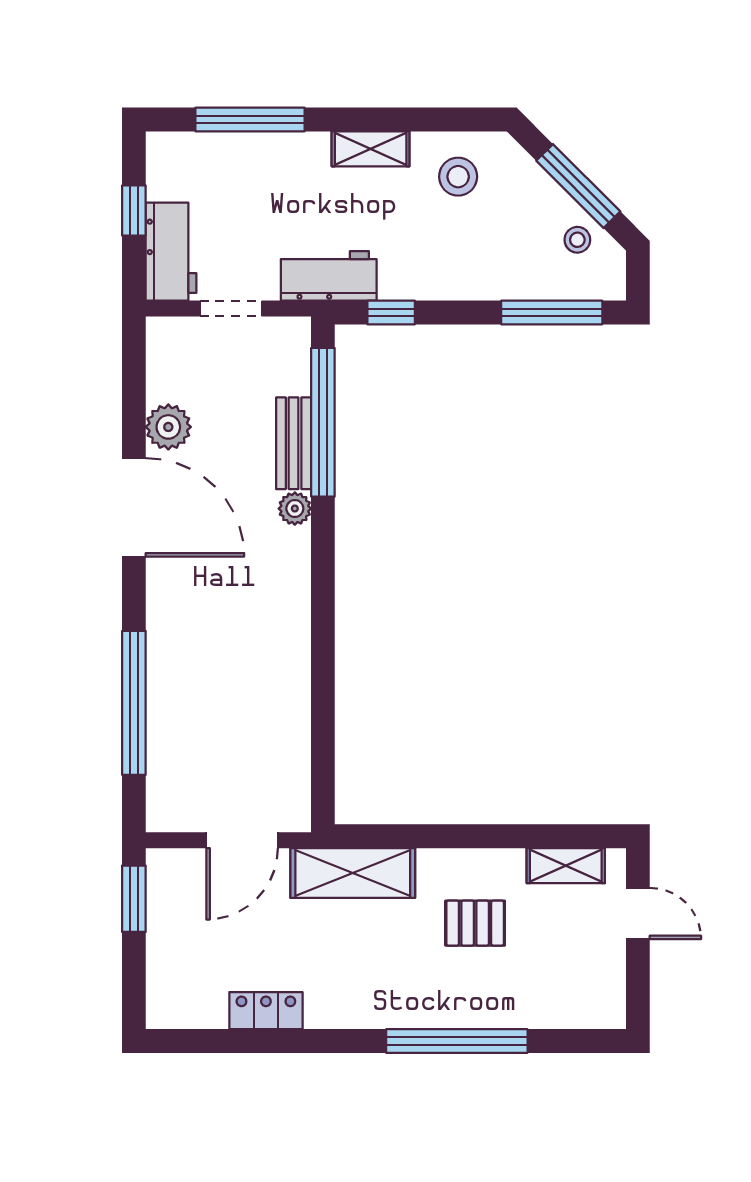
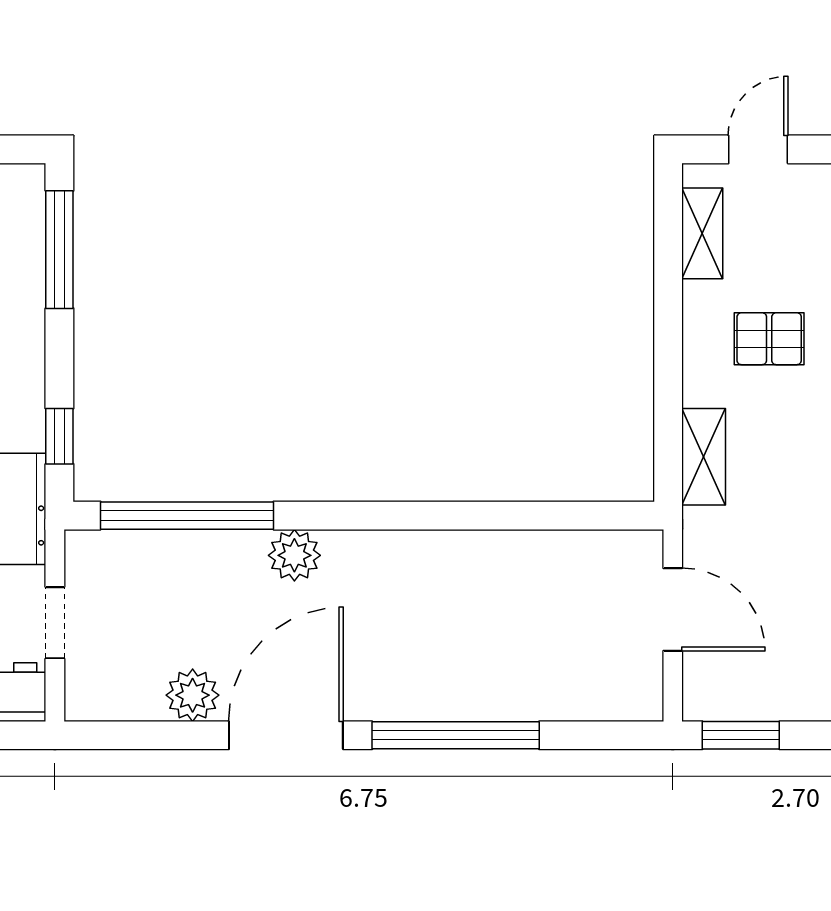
bench: (294, 443) -> (211, 550), removed
plant: (295, 509) -> (294, 555), width x1.38, depth x1.38
window: (134, 703) -> (456, 735), moved
shelving: (353, 873) -> (704, 457), width x0.67, depth x0.75
pallet: (475, 923) -> (769, 339), turned 90

